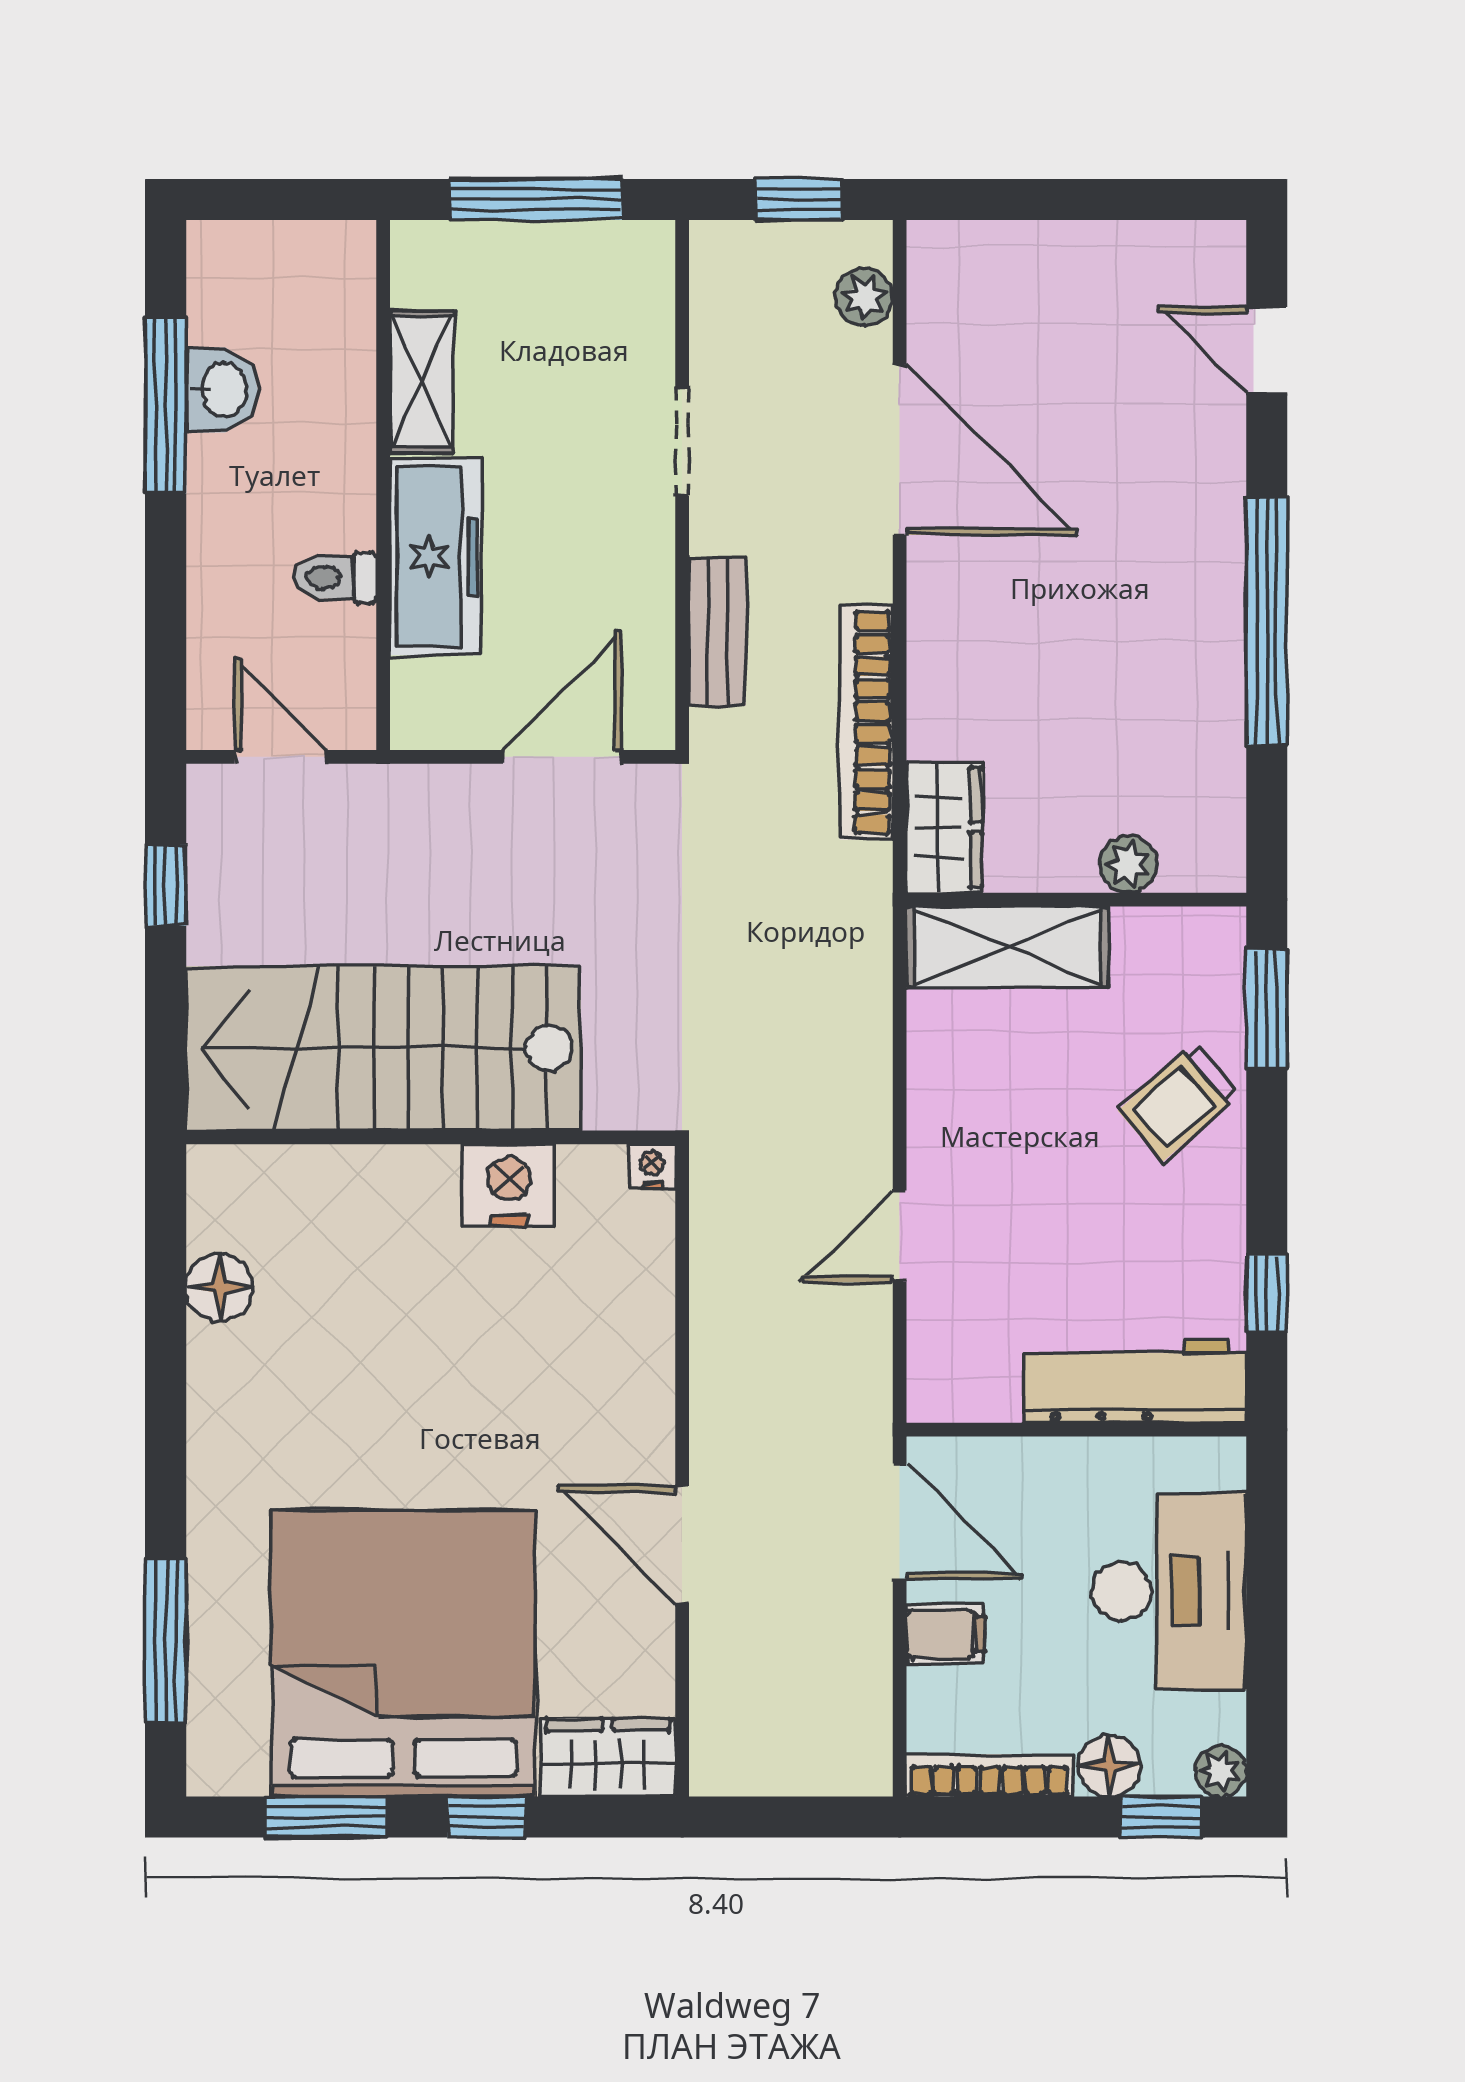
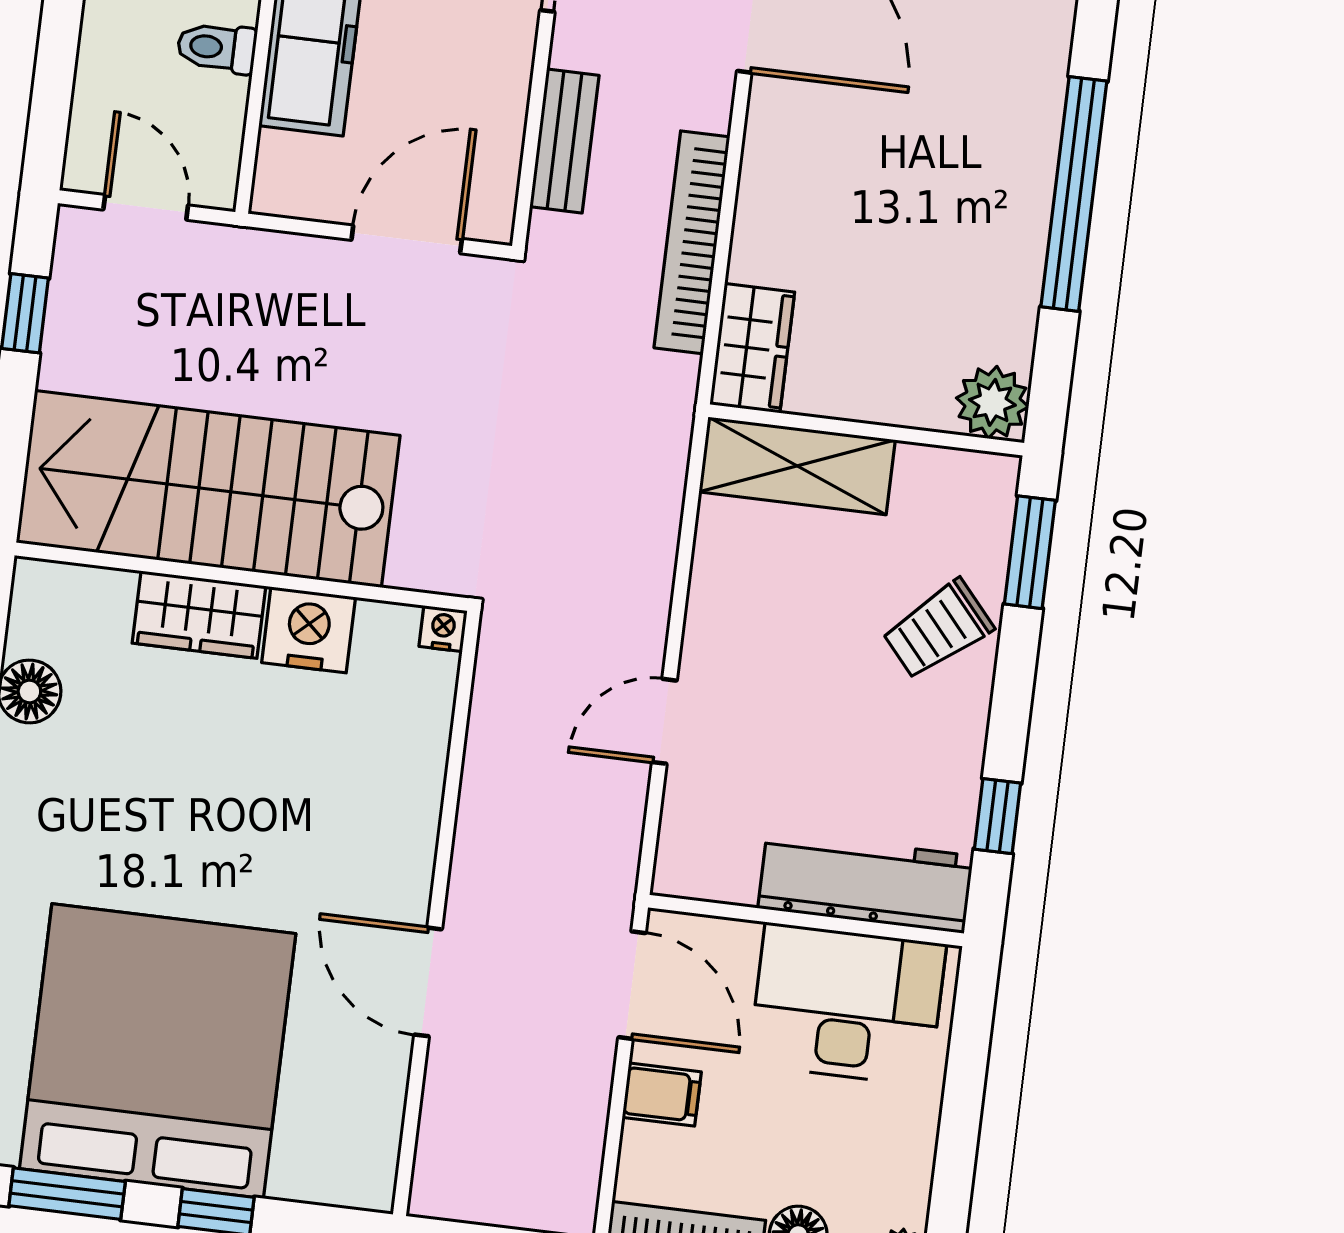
plant: (1128, 864) -> (992, 402), moved, width x1.38, depth x1.38
desk: (1169, 1591) -> (847, 1004), moved, turned -90
wardrobe: (608, 1758) -> (199, 615), moved, turned 180

